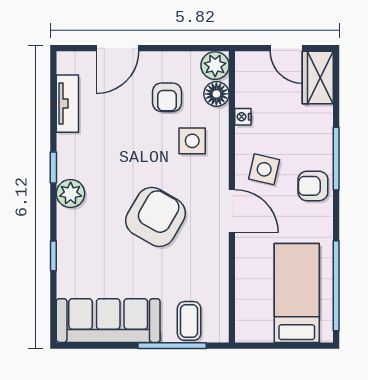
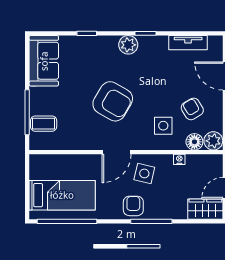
armchair: (167, 97) -> (192, 109), turned 59
sofa: (108, 321) -> (44, 61), width x0.73

